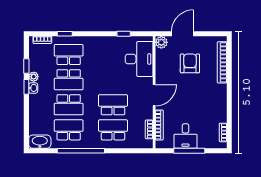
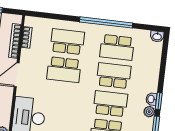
school desk: (113, 130) -> (67, 42), turned 180
washbasin: (40, 142) -> (157, 36), width x0.52, depth x0.69

